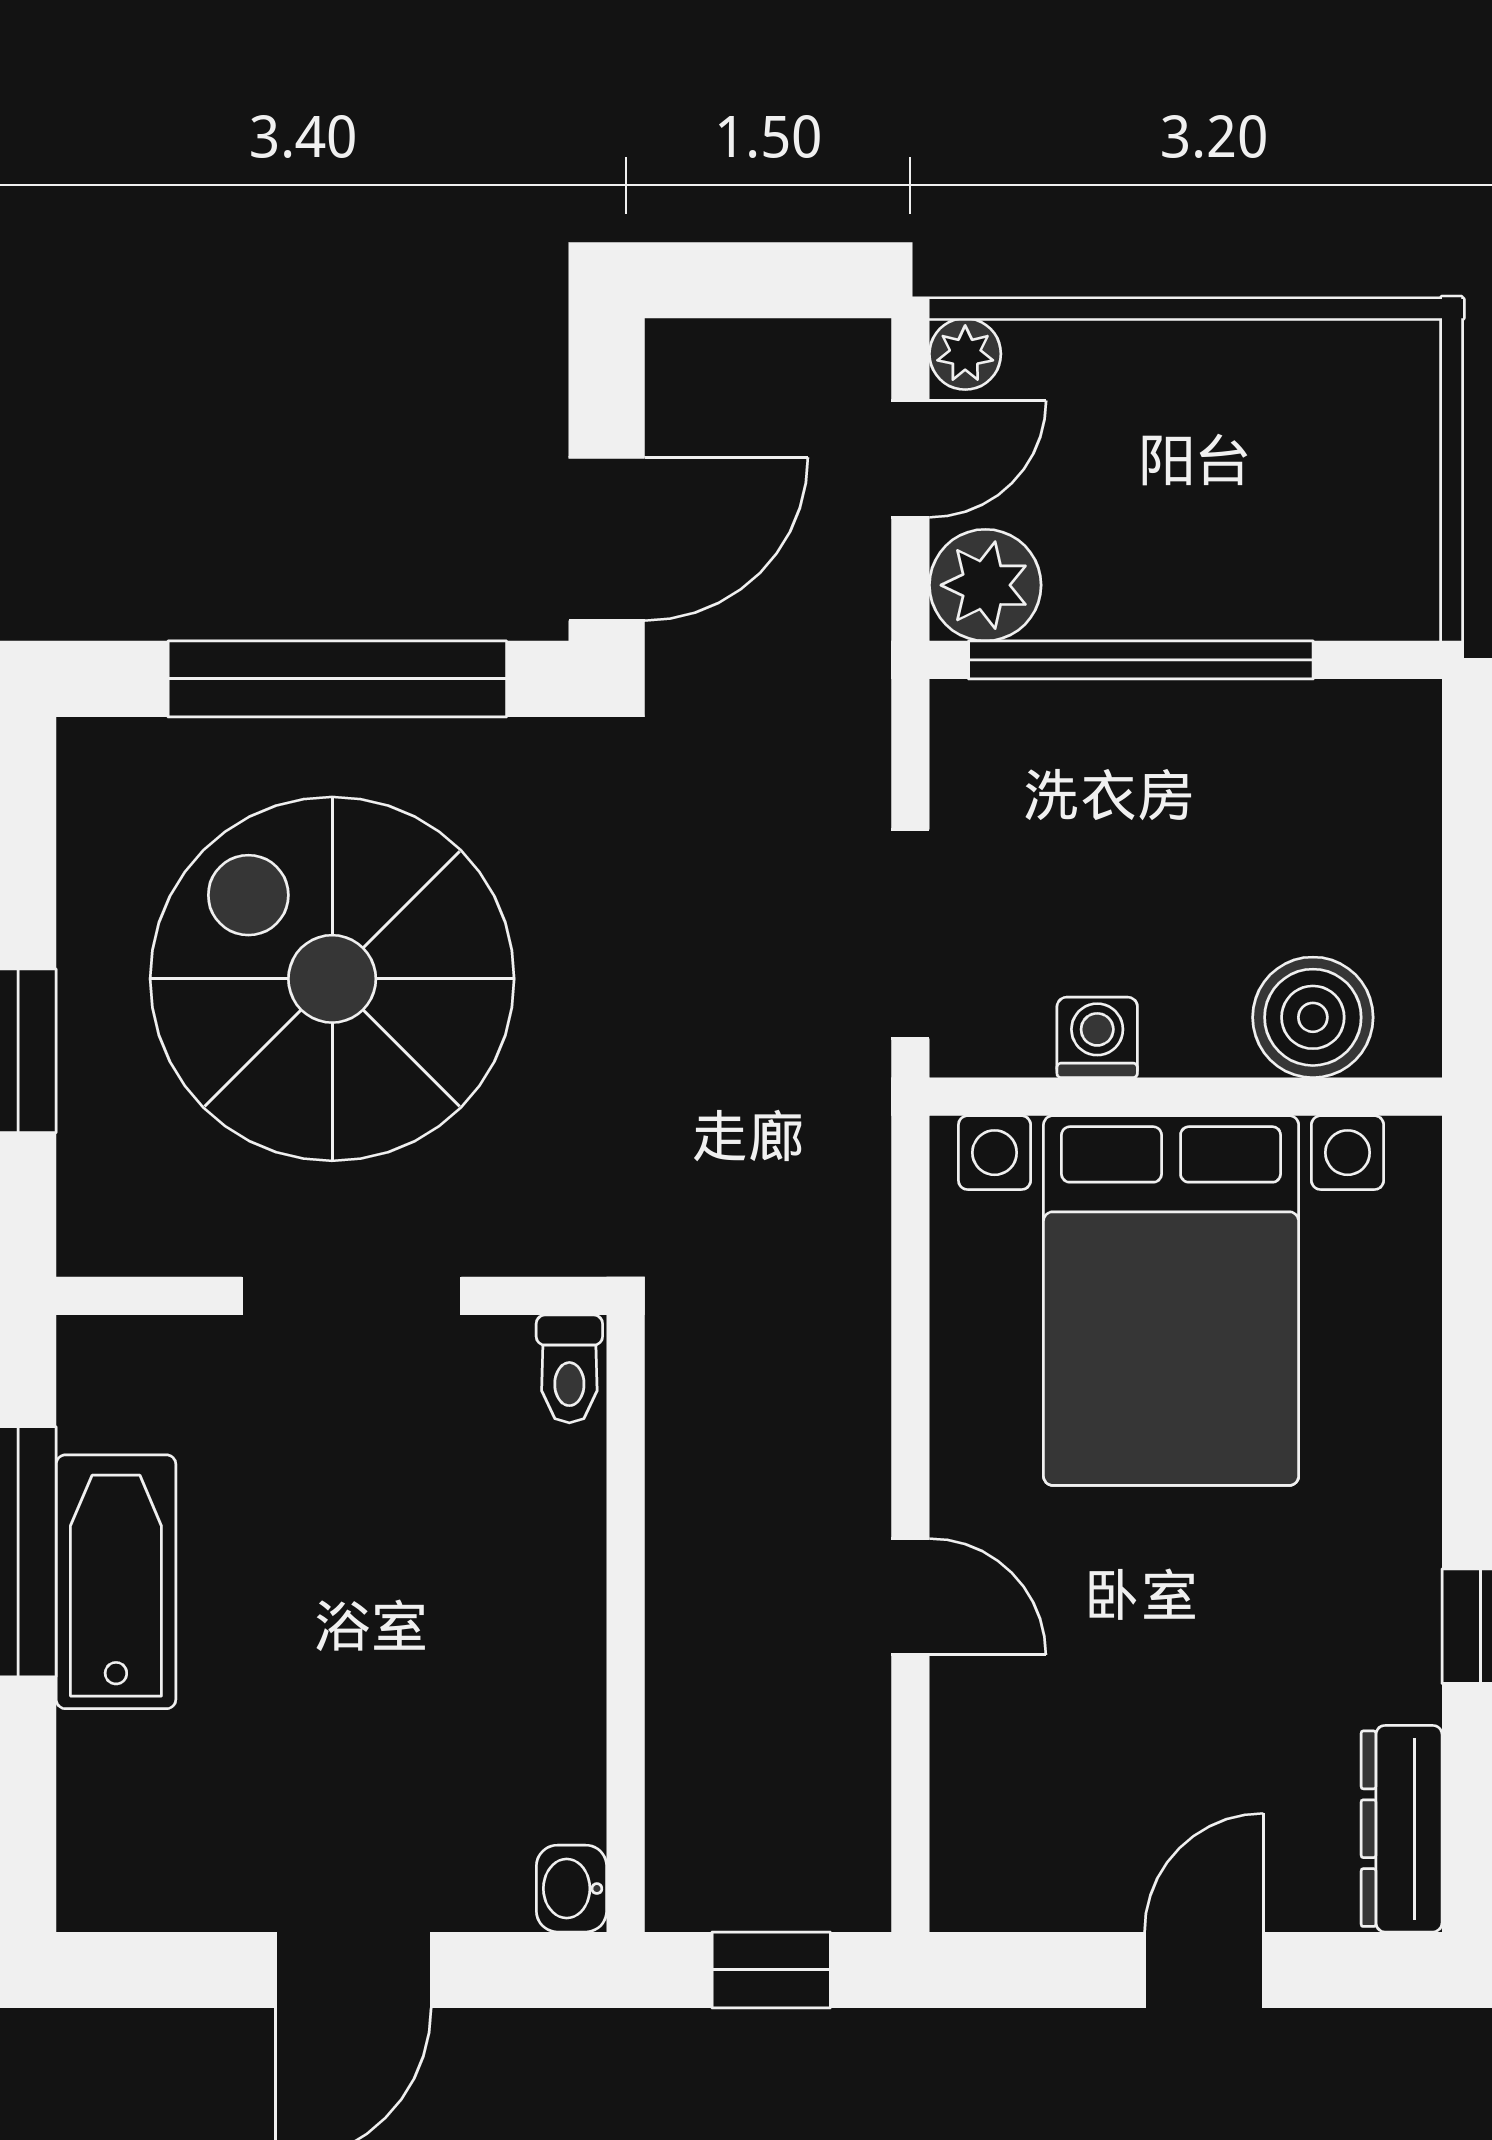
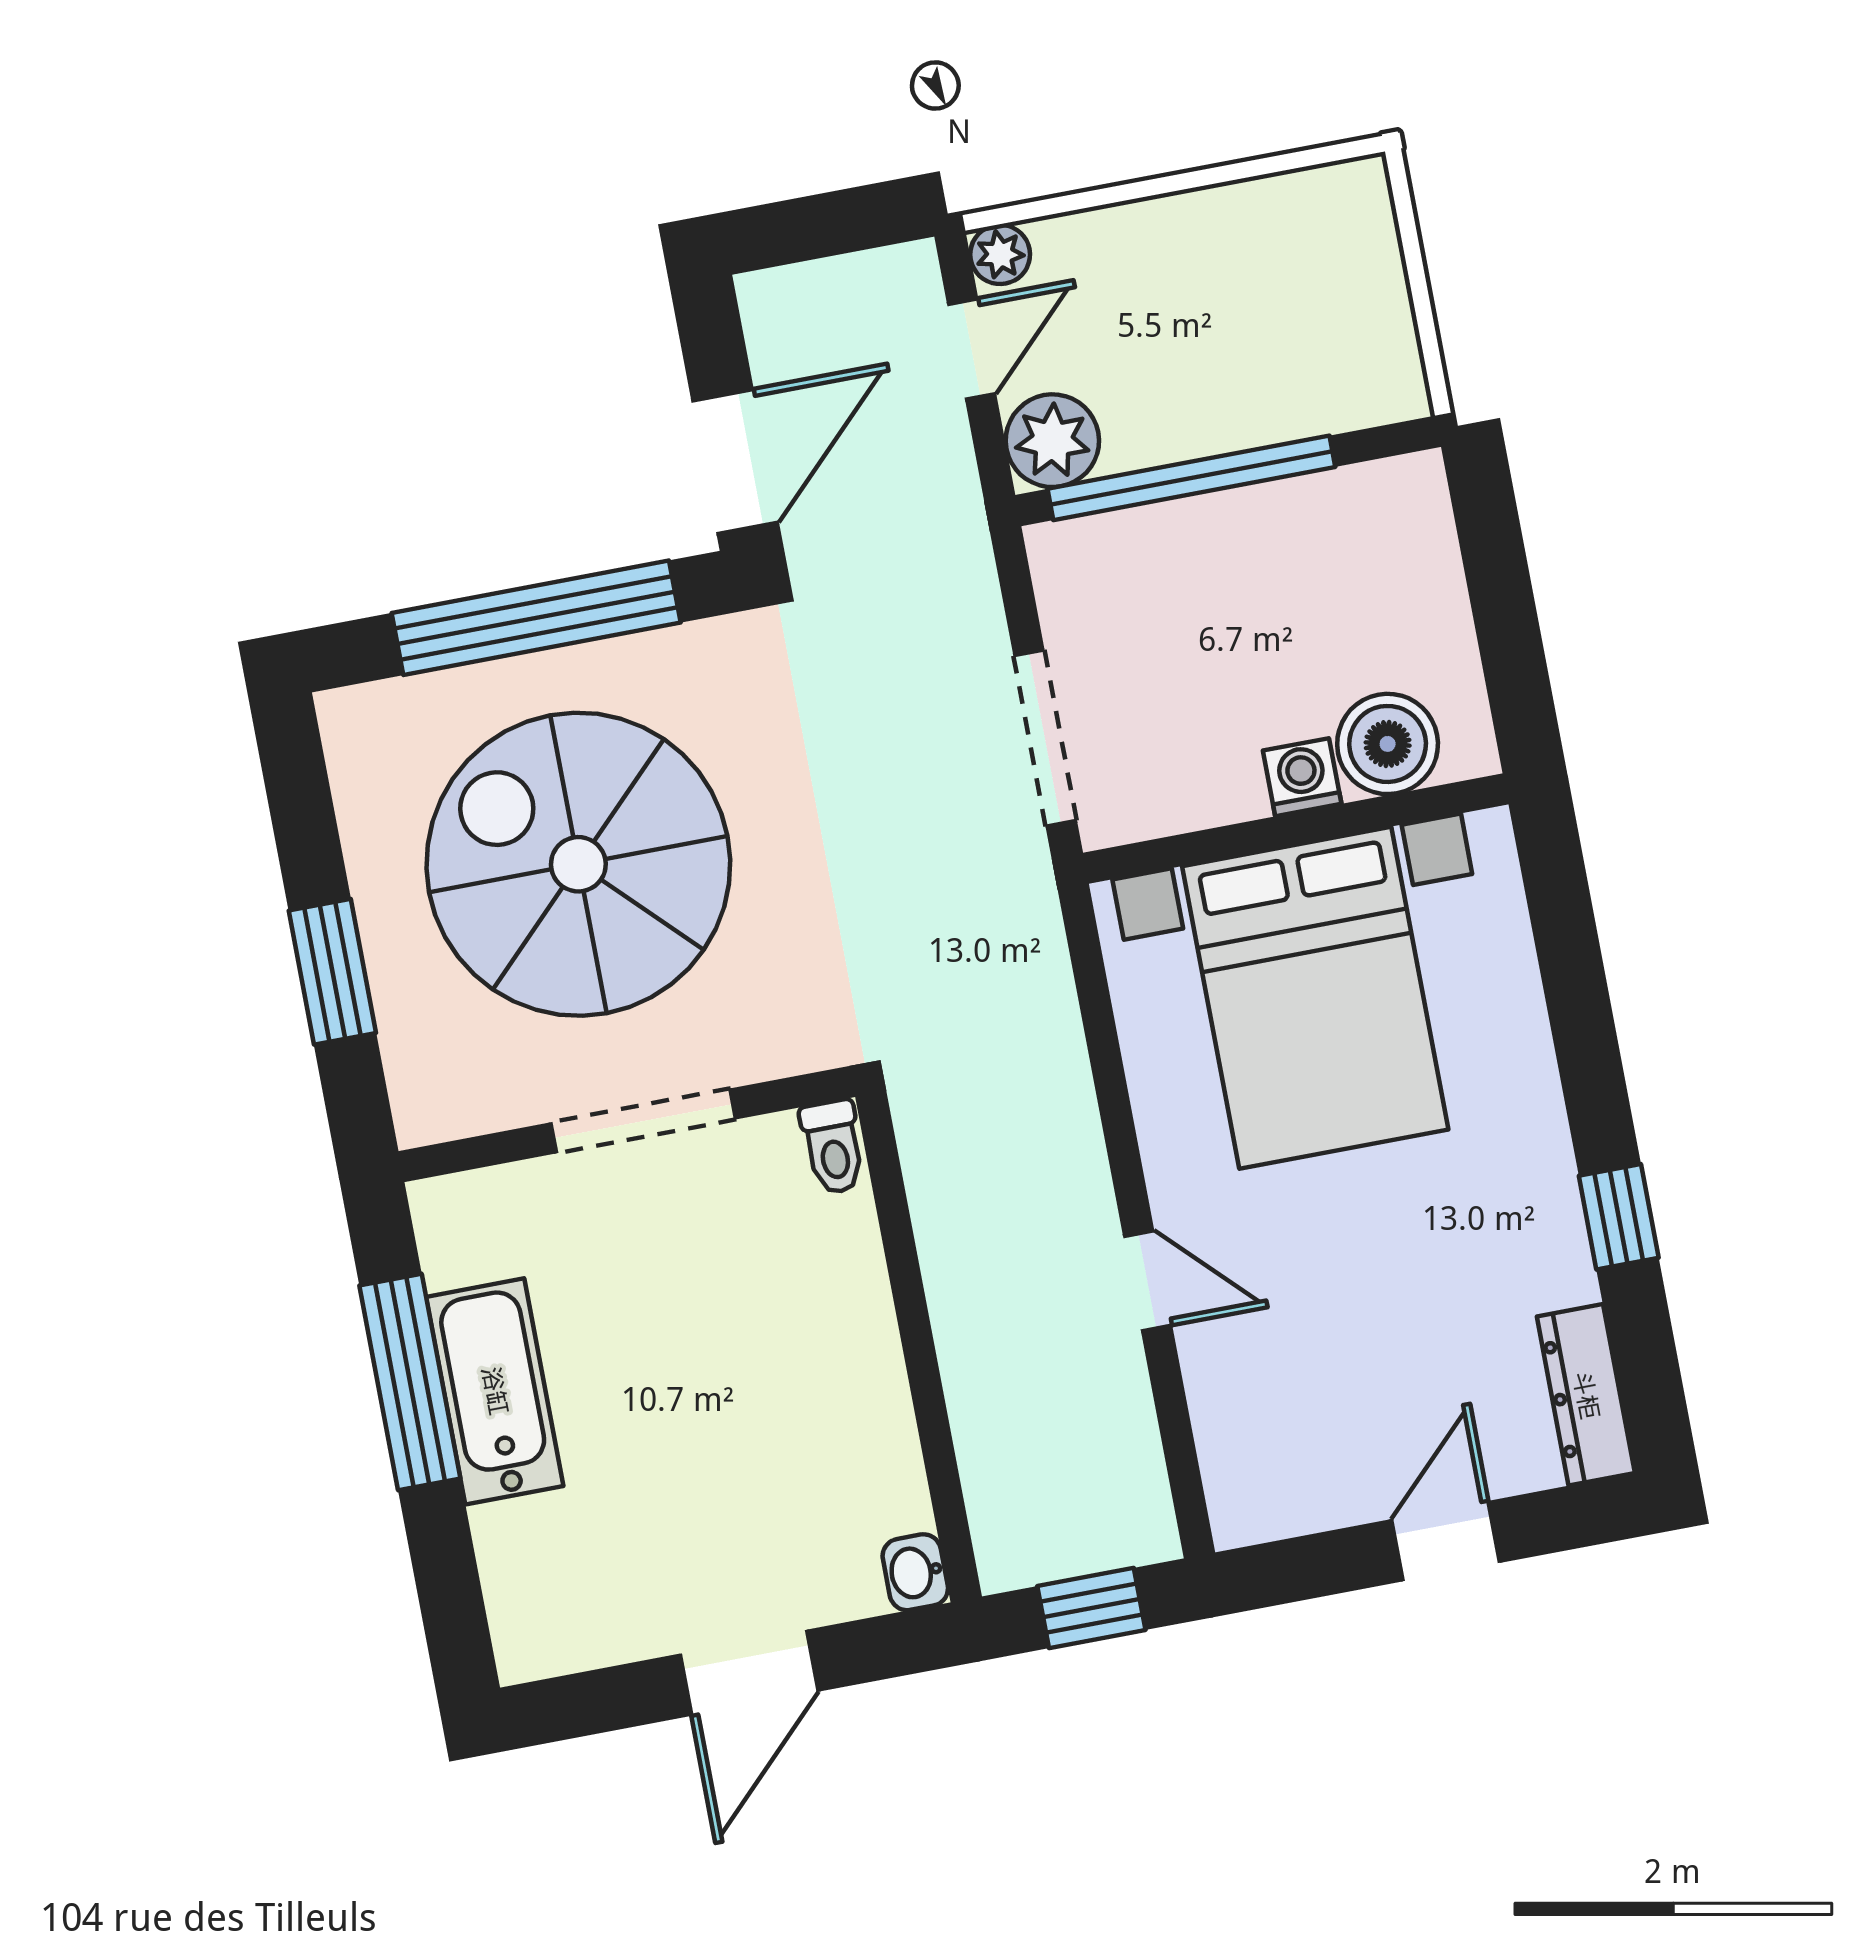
washing machine: (1097, 1037) -> (1302, 777), moved

